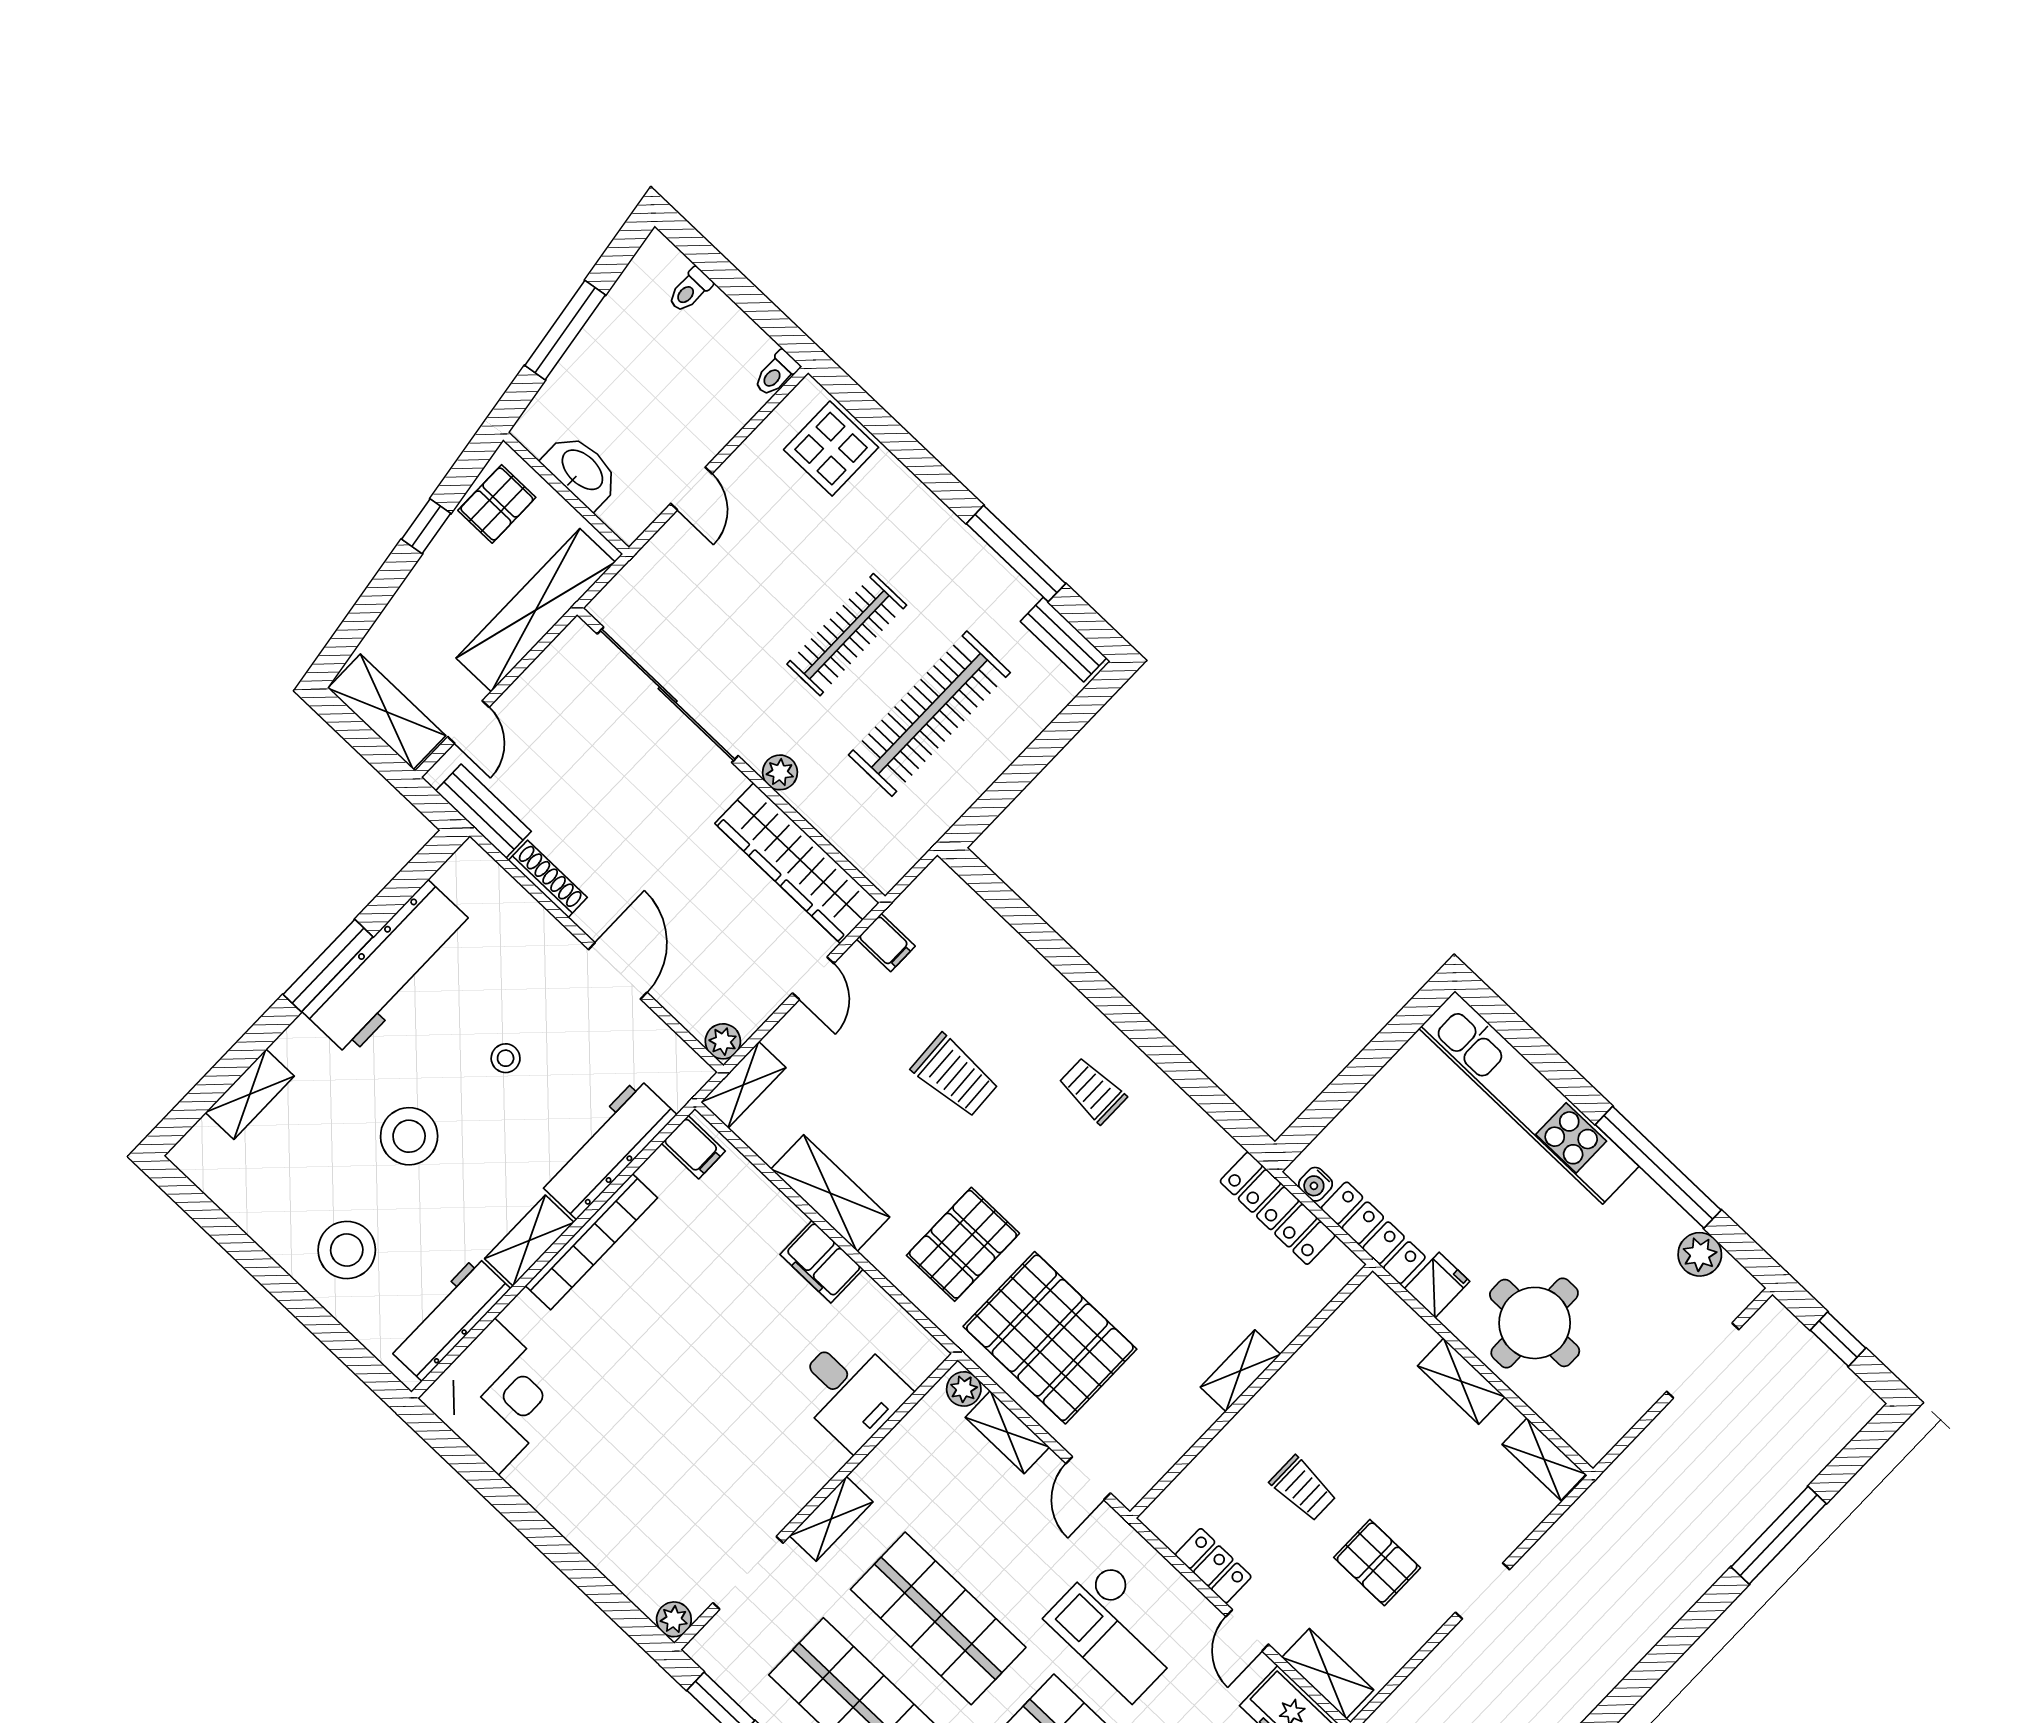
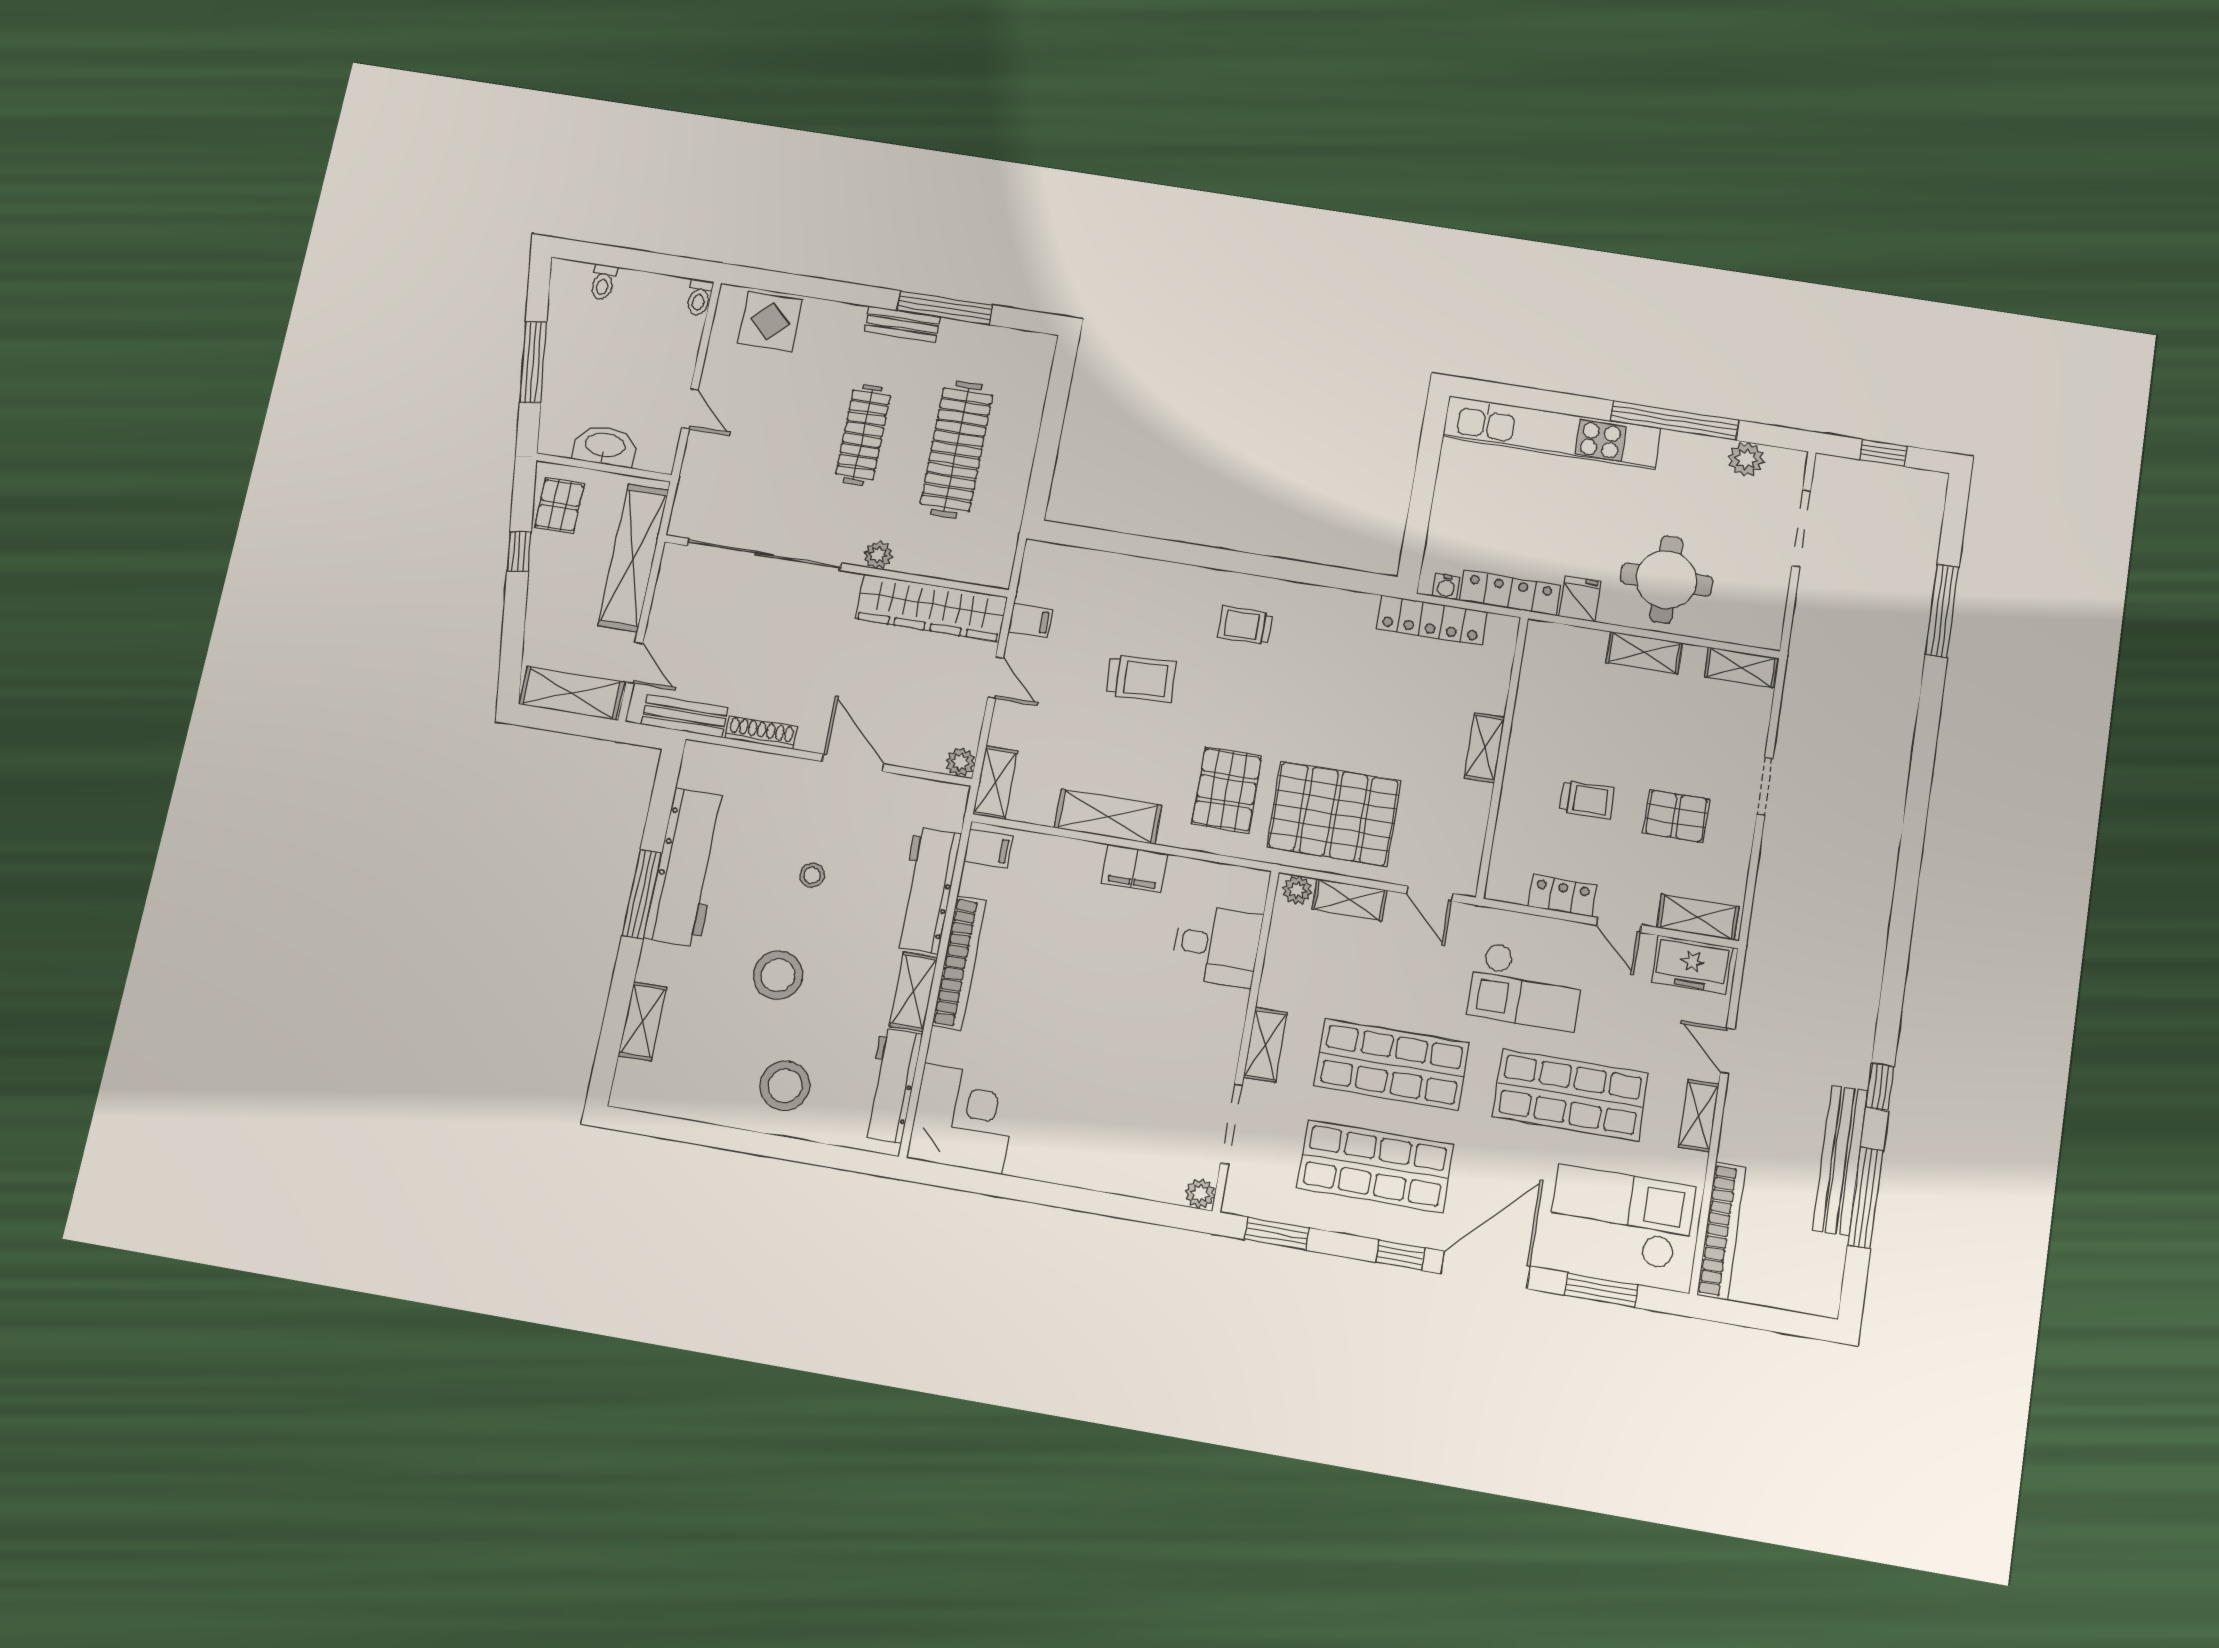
bench: (1064, 640) -> (902, 324), moved

